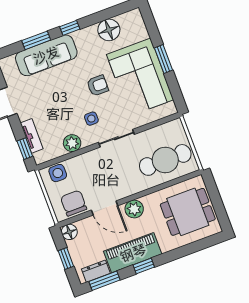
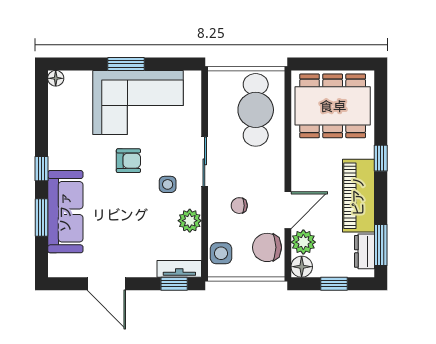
floor lamp: (109, 30) -> (56, 78), moved, width x0.53, depth x0.53
armchair: (98, 86) -> (128, 161), turned 90
tv unit: (32, 136) -> (179, 269), moved
chair: (95, 173) -> (239, 206), added
plant: (134, 209) -> (303, 242), moved
dining table: (188, 212) -> (333, 106), width x1.38
window: (144, 266) -> (381, 158), moved

